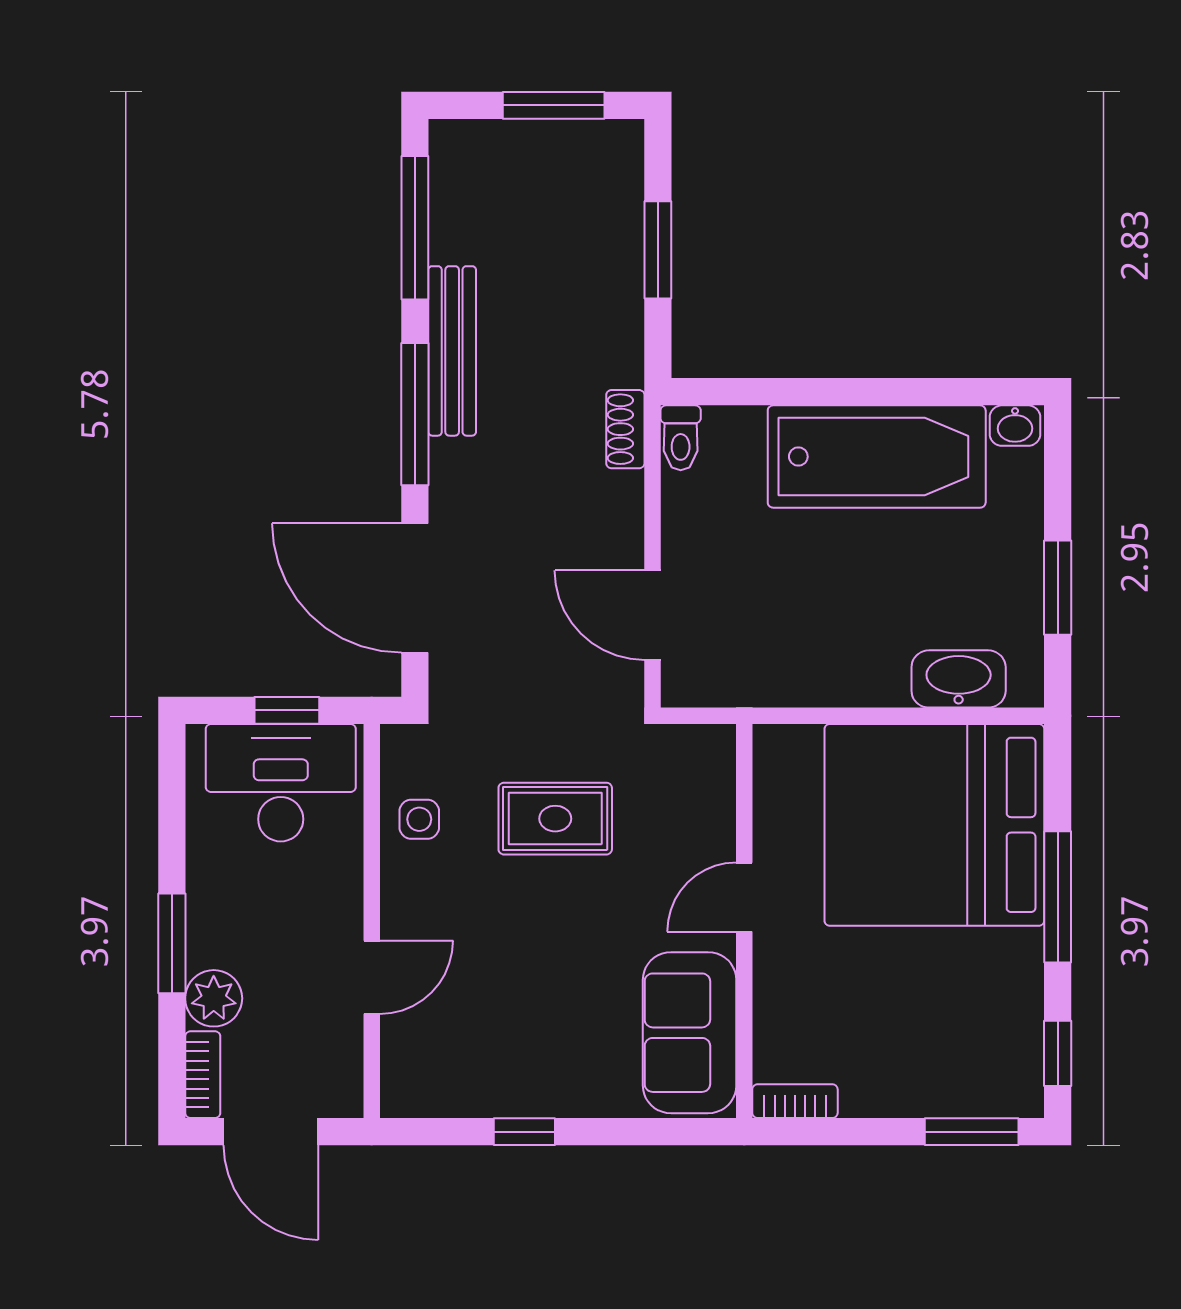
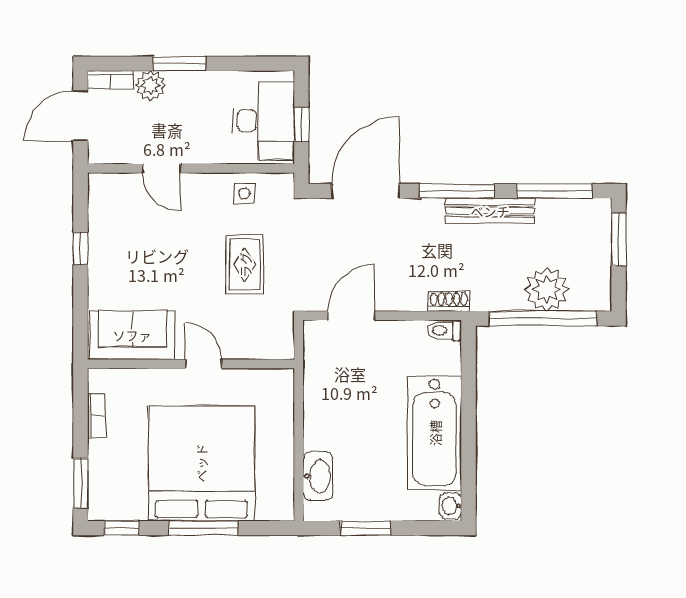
window: (554, 105) -> (619, 239), moved
plant: (602, 243) -> (546, 289), added
window: (658, 250) -> (543, 319), width x2.11
bed: (934, 825) -> (201, 463), moved
bookcase: (795, 1101) -> (96, 415), moved

